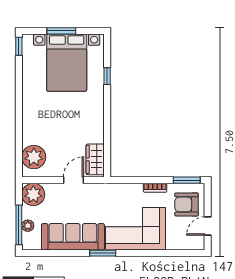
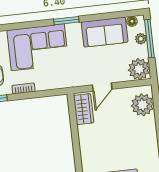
sofa: (73, 237) -> (105, 32), width x0.73
floor lamp: (35, 245) -> (132, 21), added

